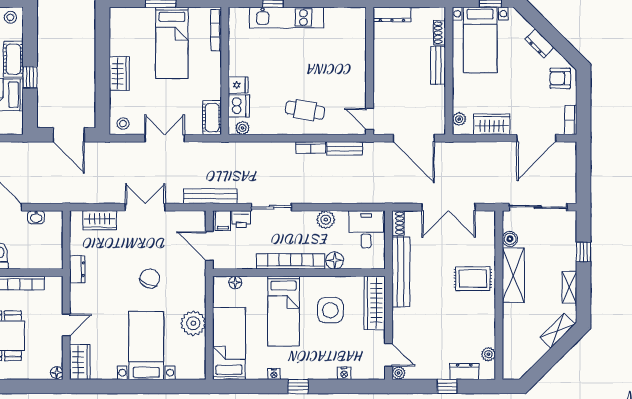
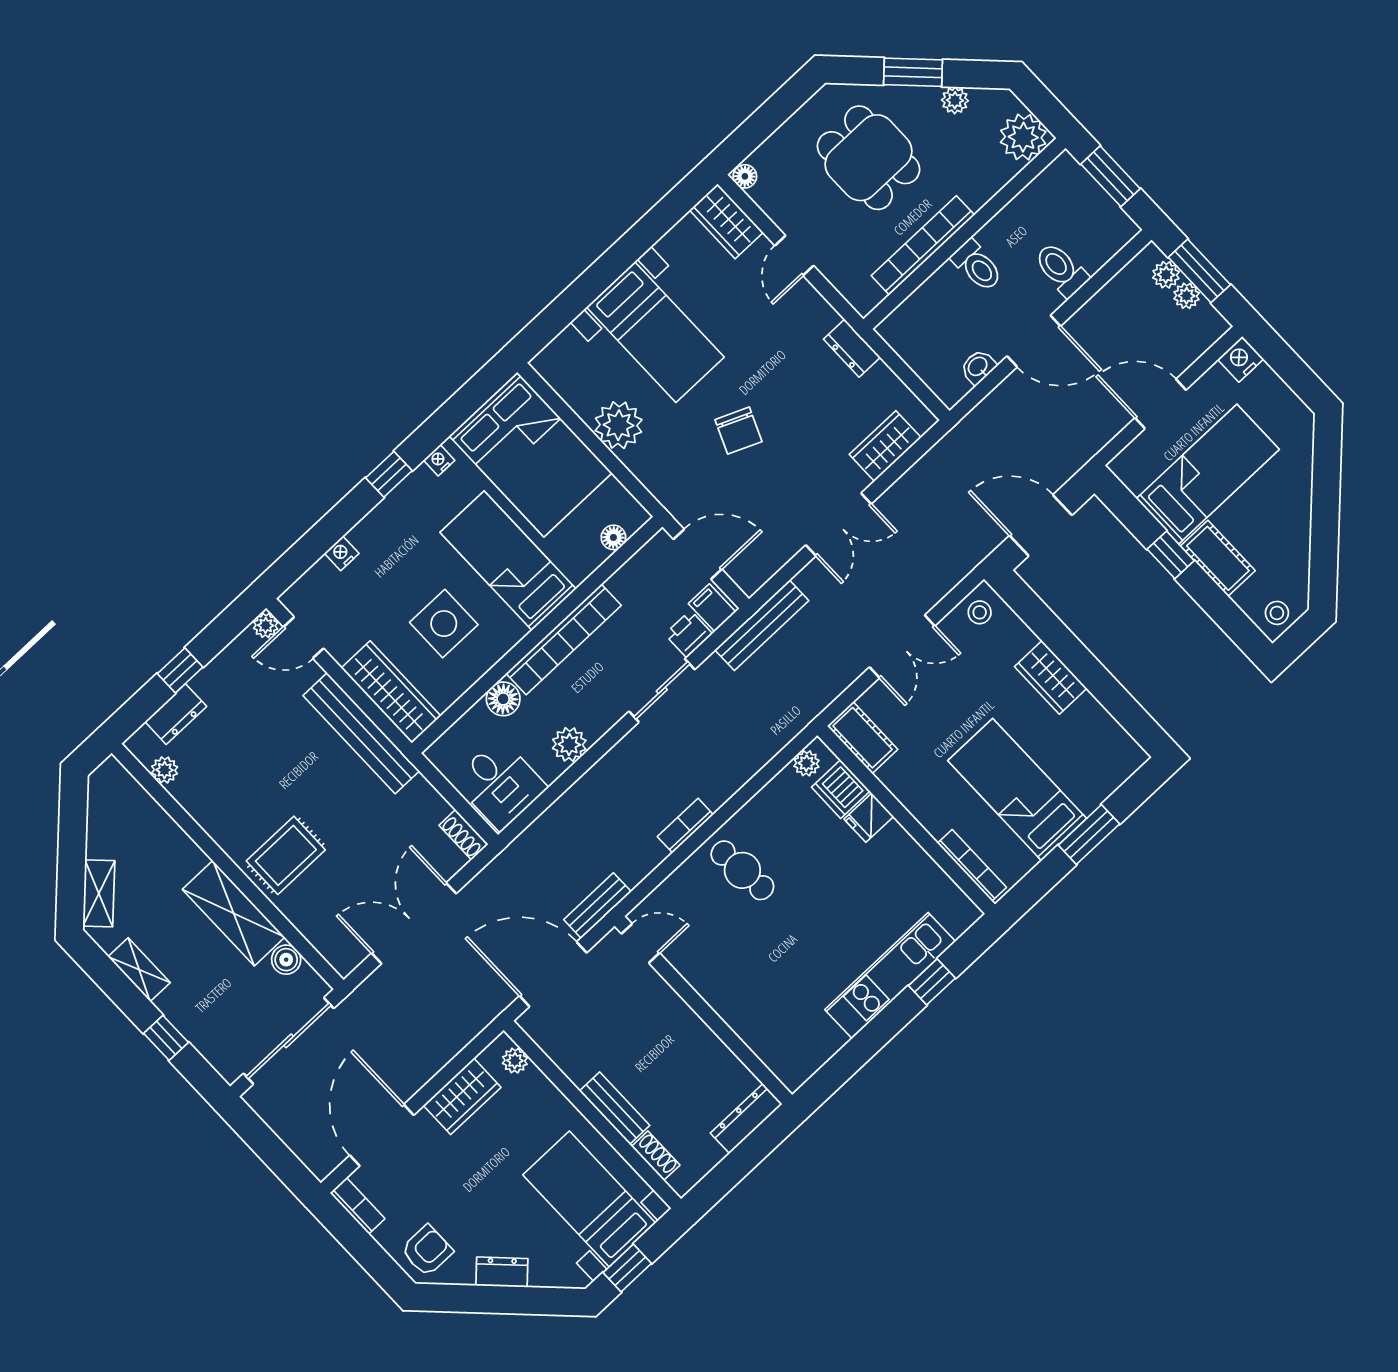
cafe table: (305, 110) -> (742, 870), turned 75
bench: (344, 148) -> (597, 906), moved
bench: (401, 272) -> (361, 733), moved
bed: (229, 343) -> (531, 454), width x1.50

